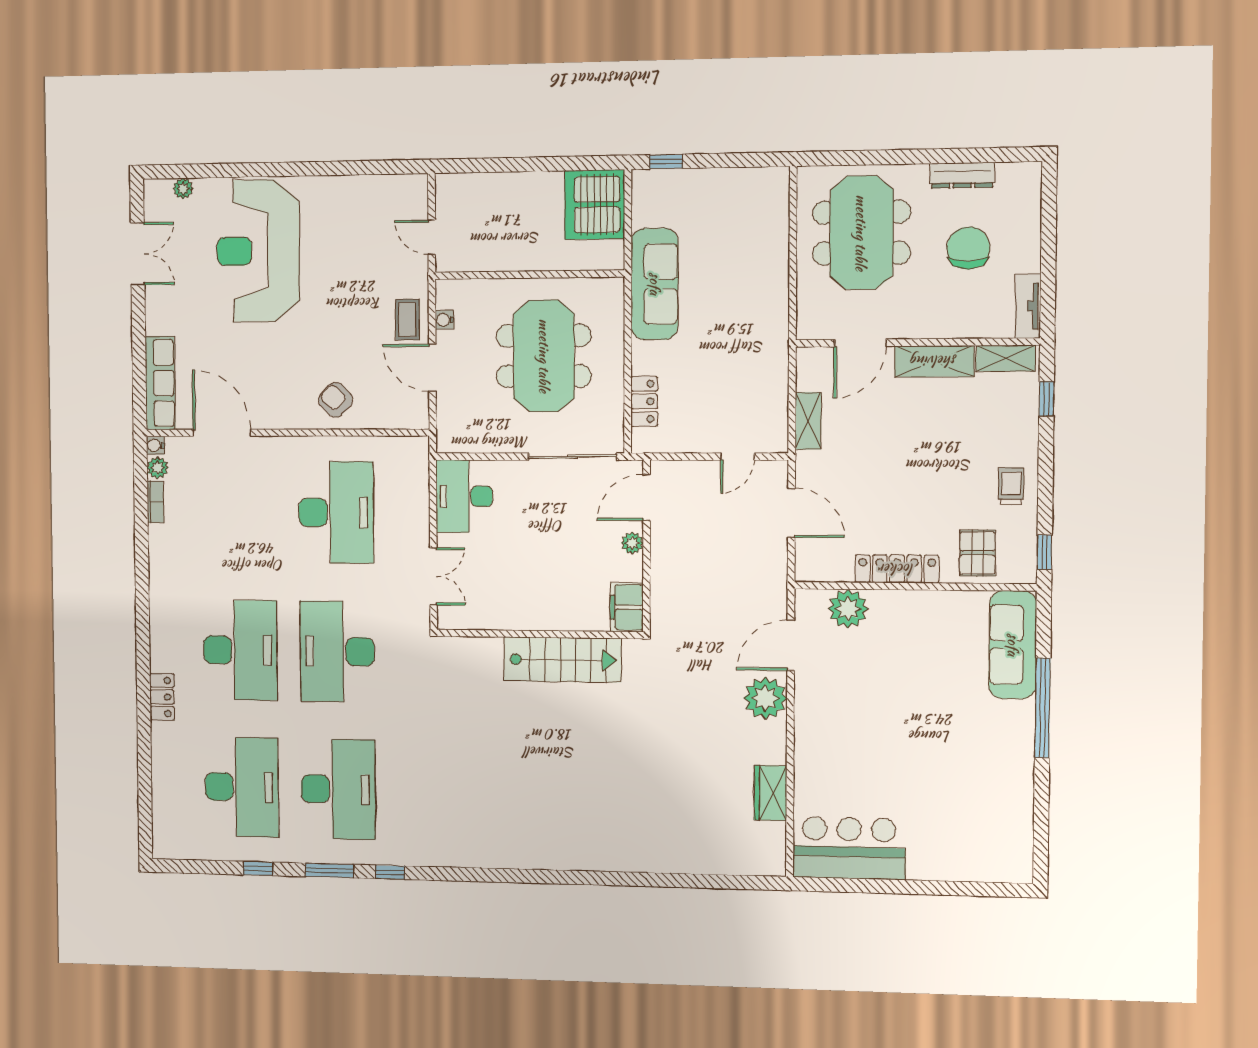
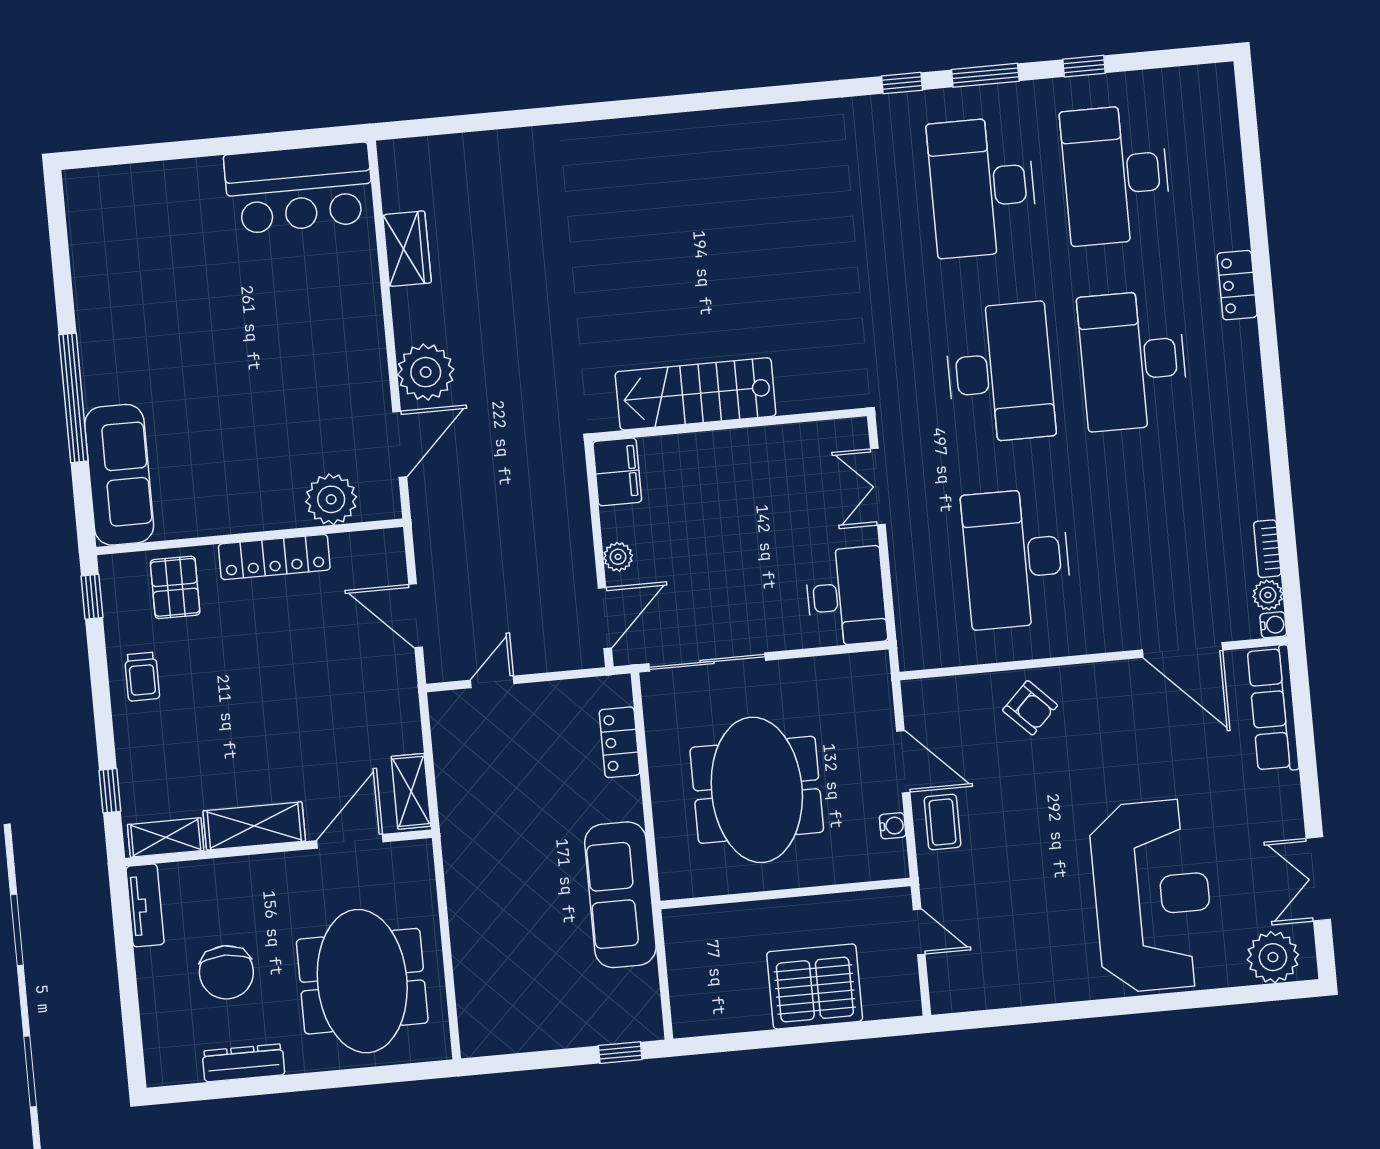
plant: (183, 188) -> (1273, 957), width x1.88, depth x1.88
server rack: (595, 205) -> (815, 986), moved, turned -90
shelving: (808, 421) -> (411, 791), moved

